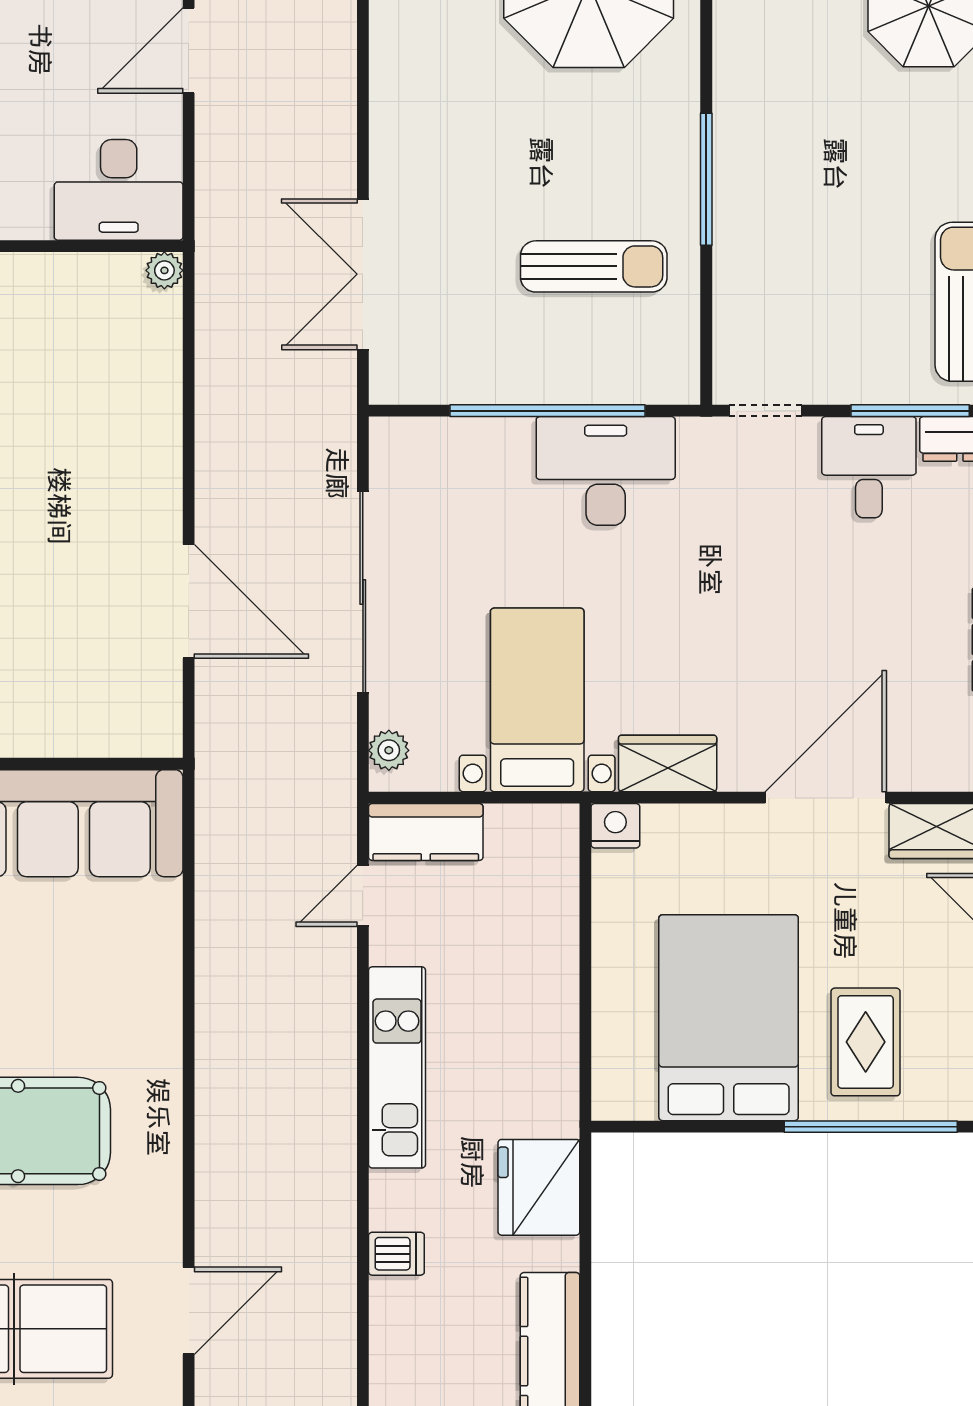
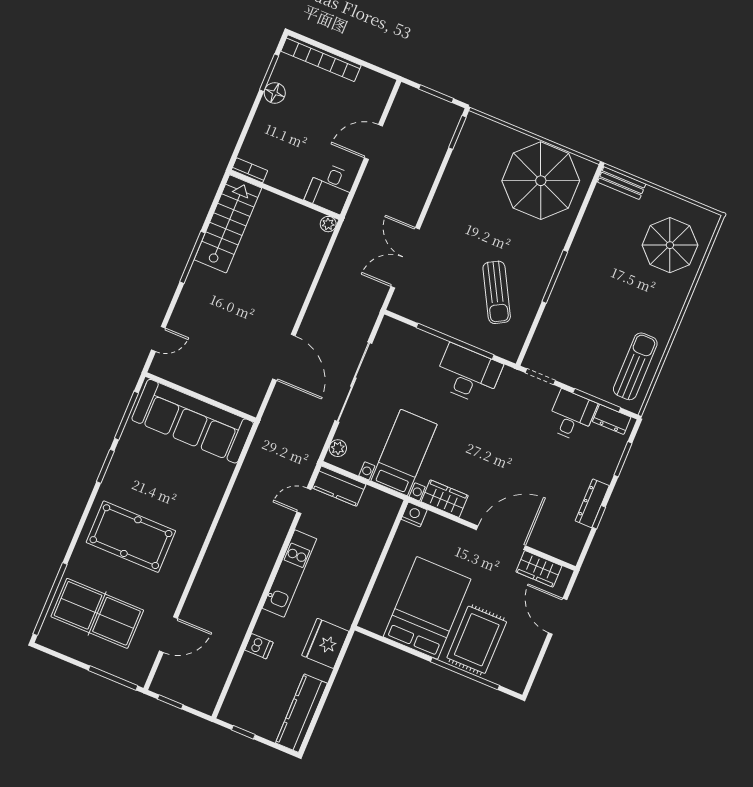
desk: (119, 190) -> (330, 188), width x0.73
sun lounger: (594, 266) -> (497, 292), turned 61
rug: (866, 1042) -> (477, 640), width x1.36, depth x1.43

